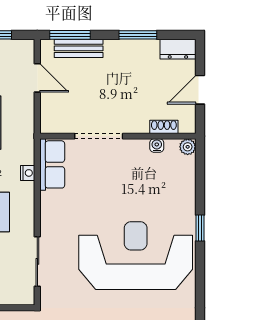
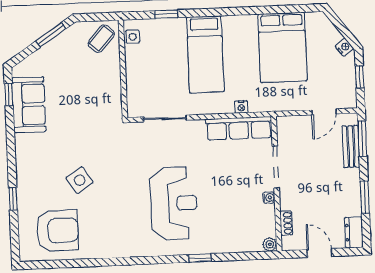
water cooler: (157, 146) -> (269, 198), moved
row of seats: (52, 164) -> (239, 128), width x1.48
reception desk: (136, 256) -> (174, 203), width x0.74, depth x0.77

